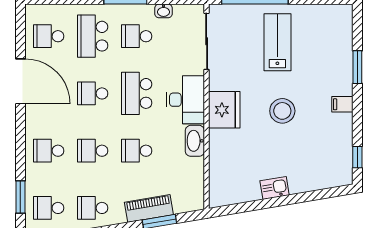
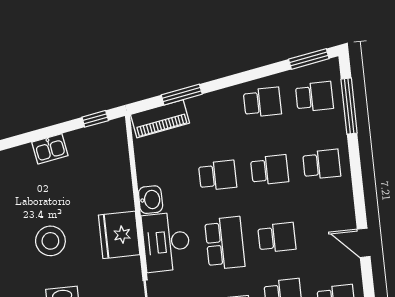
door: (20, 81) -> (364, 243), width x0.53
washbasin: (195, 141) -> (151, 200), width x0.72
window: (20, 197) -> (349, 106), width x1.44
piano: (149, 208) -> (160, 119), moved
window: (234, 209) -> (95, 119), added

